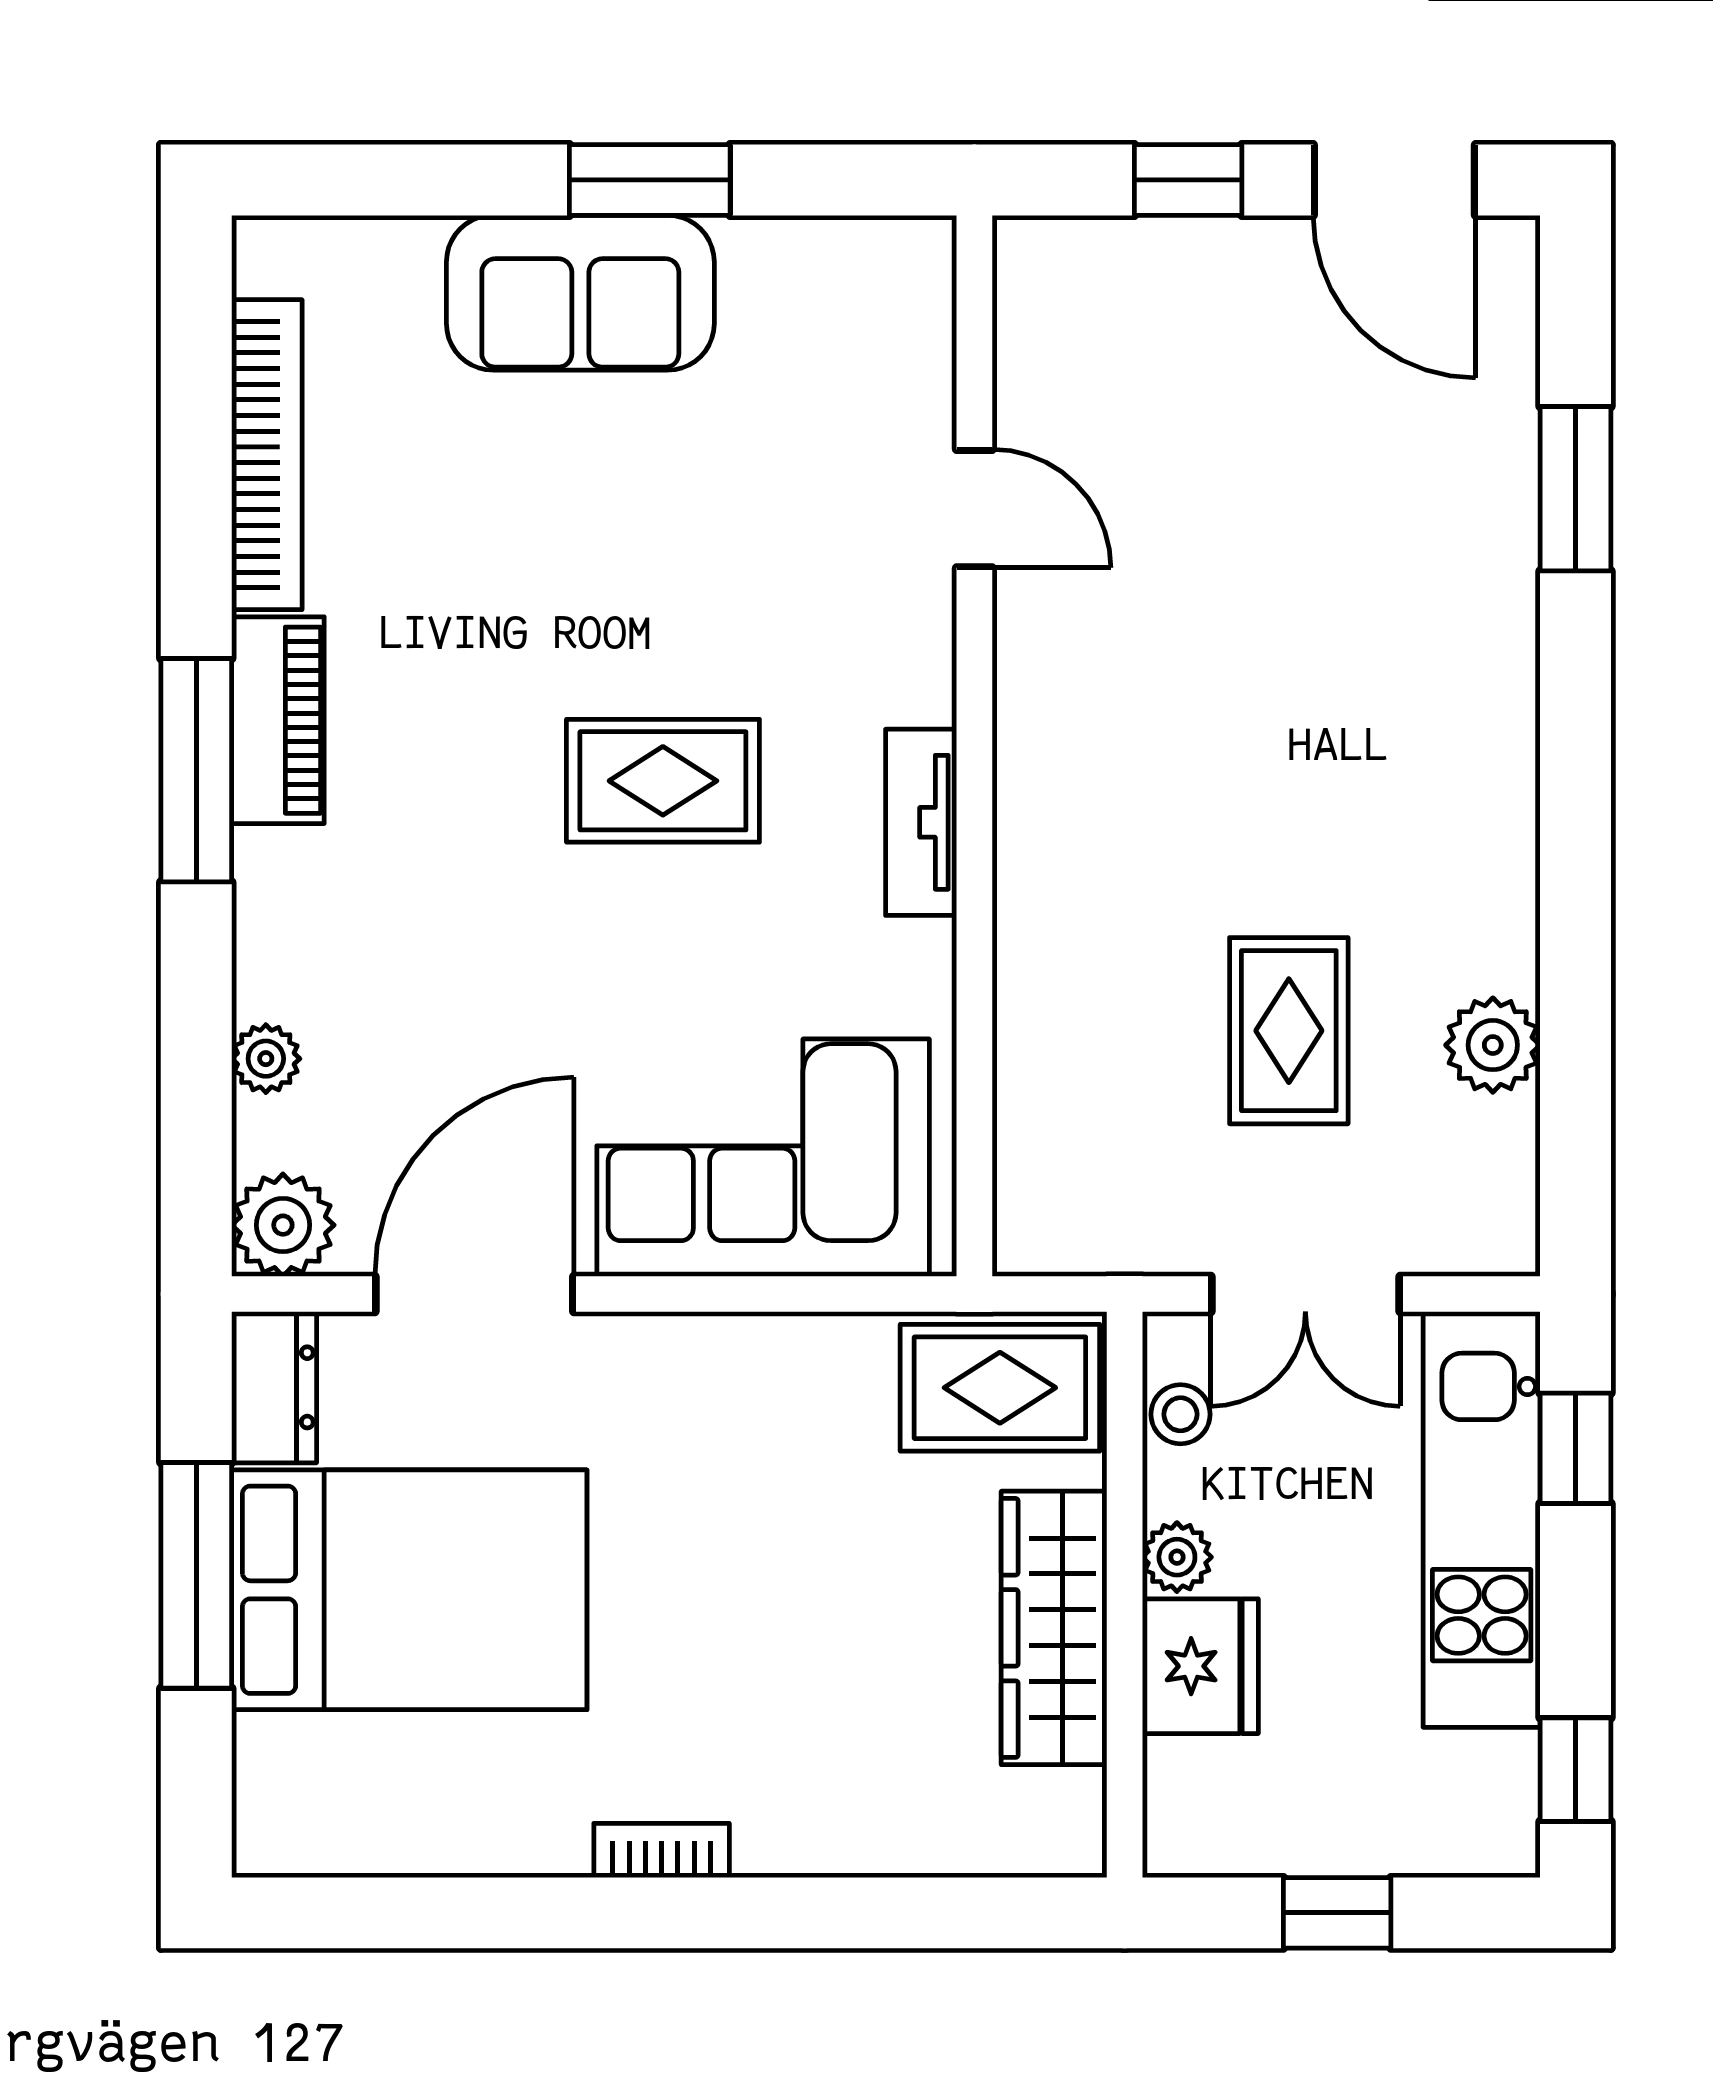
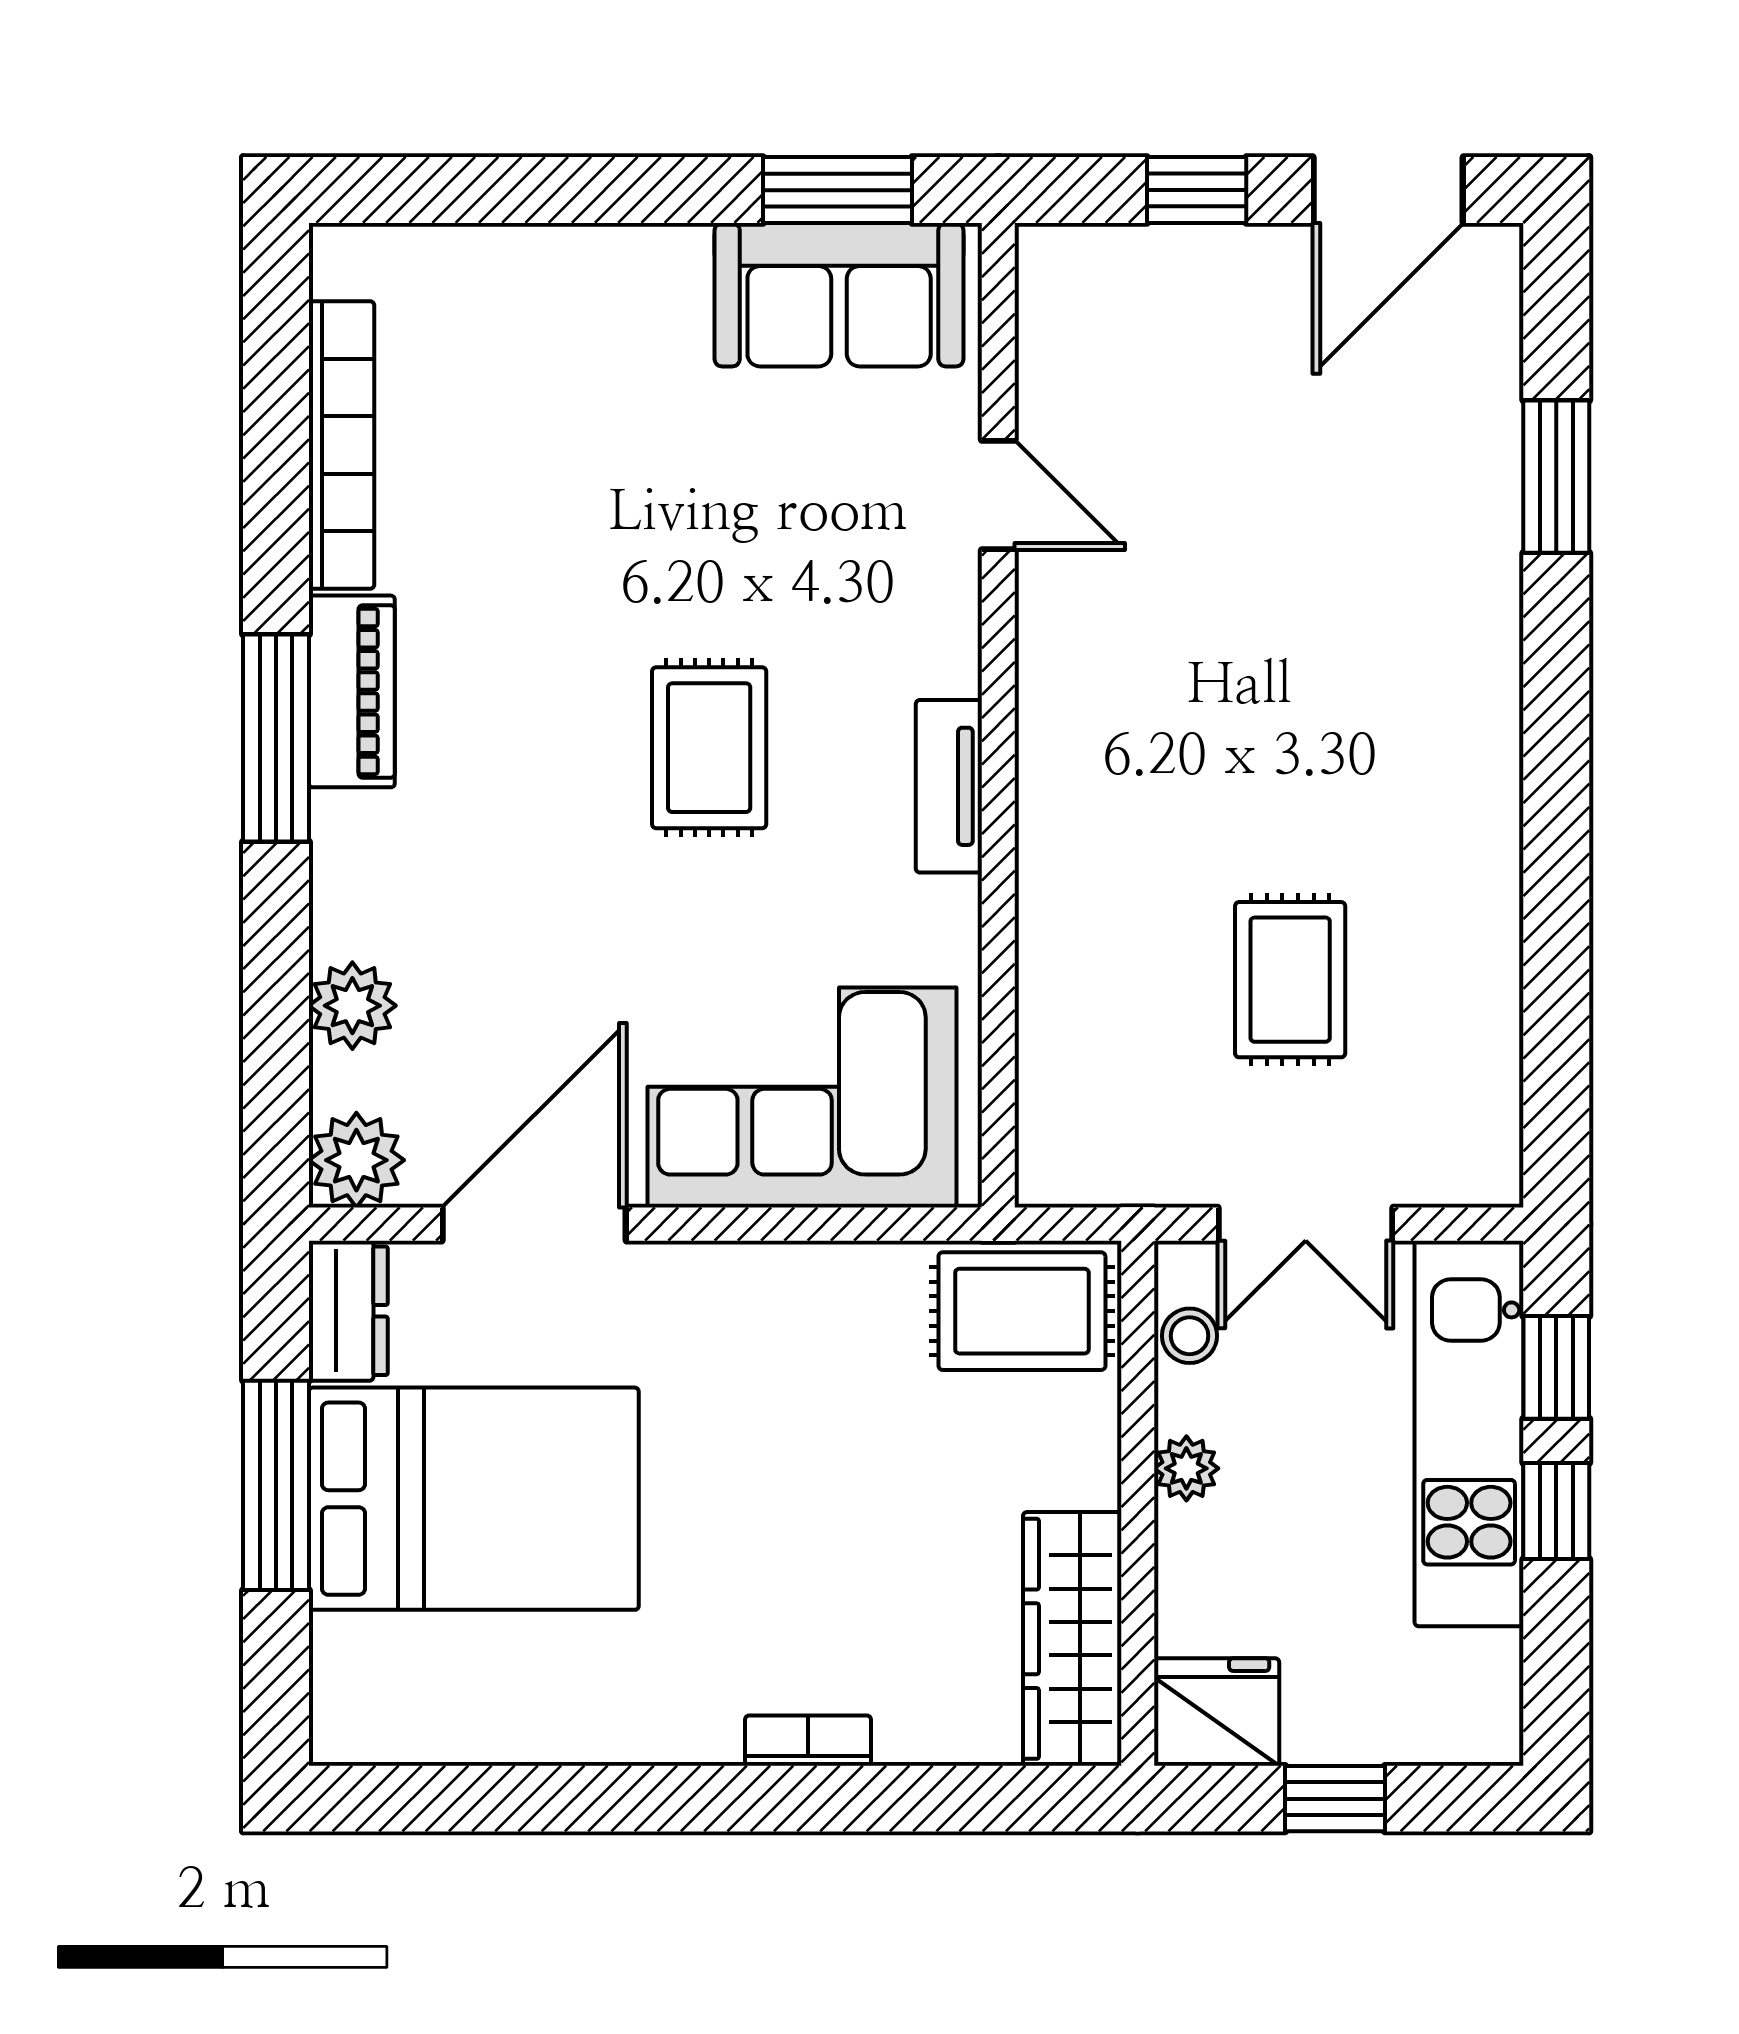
window: (650, 180) -> (838, 190), moved
door: (1394, 180) -> (1388, 190), hinge flipped
sofa: (580, 293) -> (839, 295), moved
rug: (663, 781) -> (709, 748), turned 90
plant: (1493, 1045) -> (1479, 993), removed
plant: (266, 1059) -> (352, 1006), width x1.38, depth x1.38
wardrobe: (1054, 1628) -> (1072, 1639), moved
fridge: (1200, 1666) -> (1217, 1712), moved, turned -90
window: (1576, 1770) -> (1556, 1511), moved
bookcase: (662, 1850) -> (808, 1741), moved

